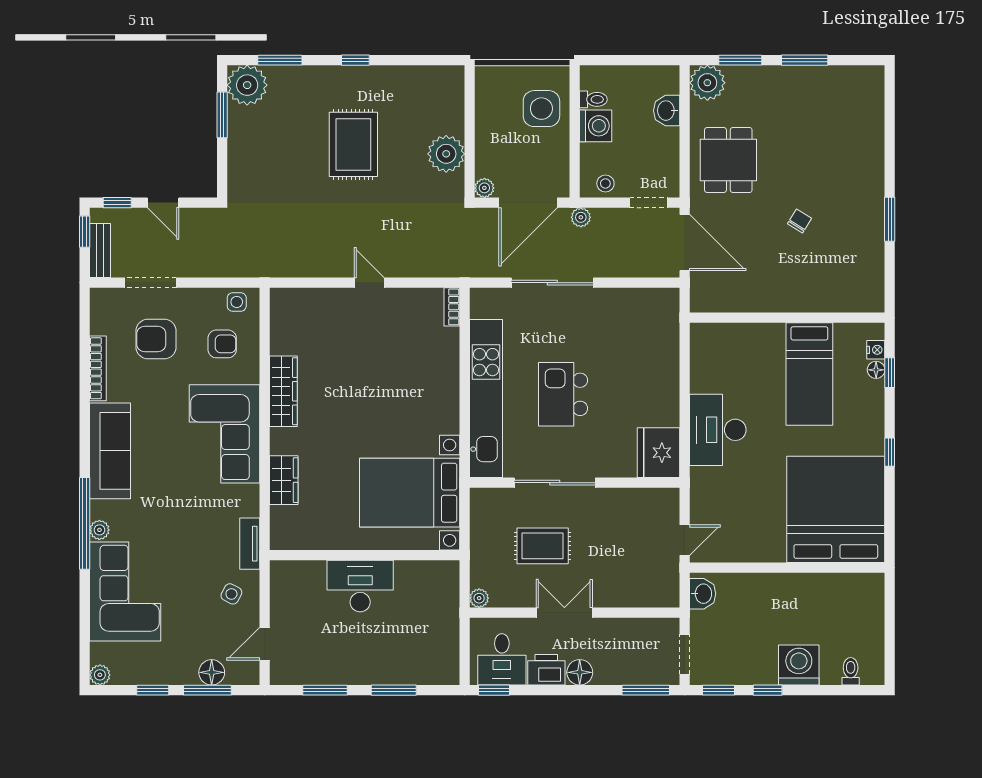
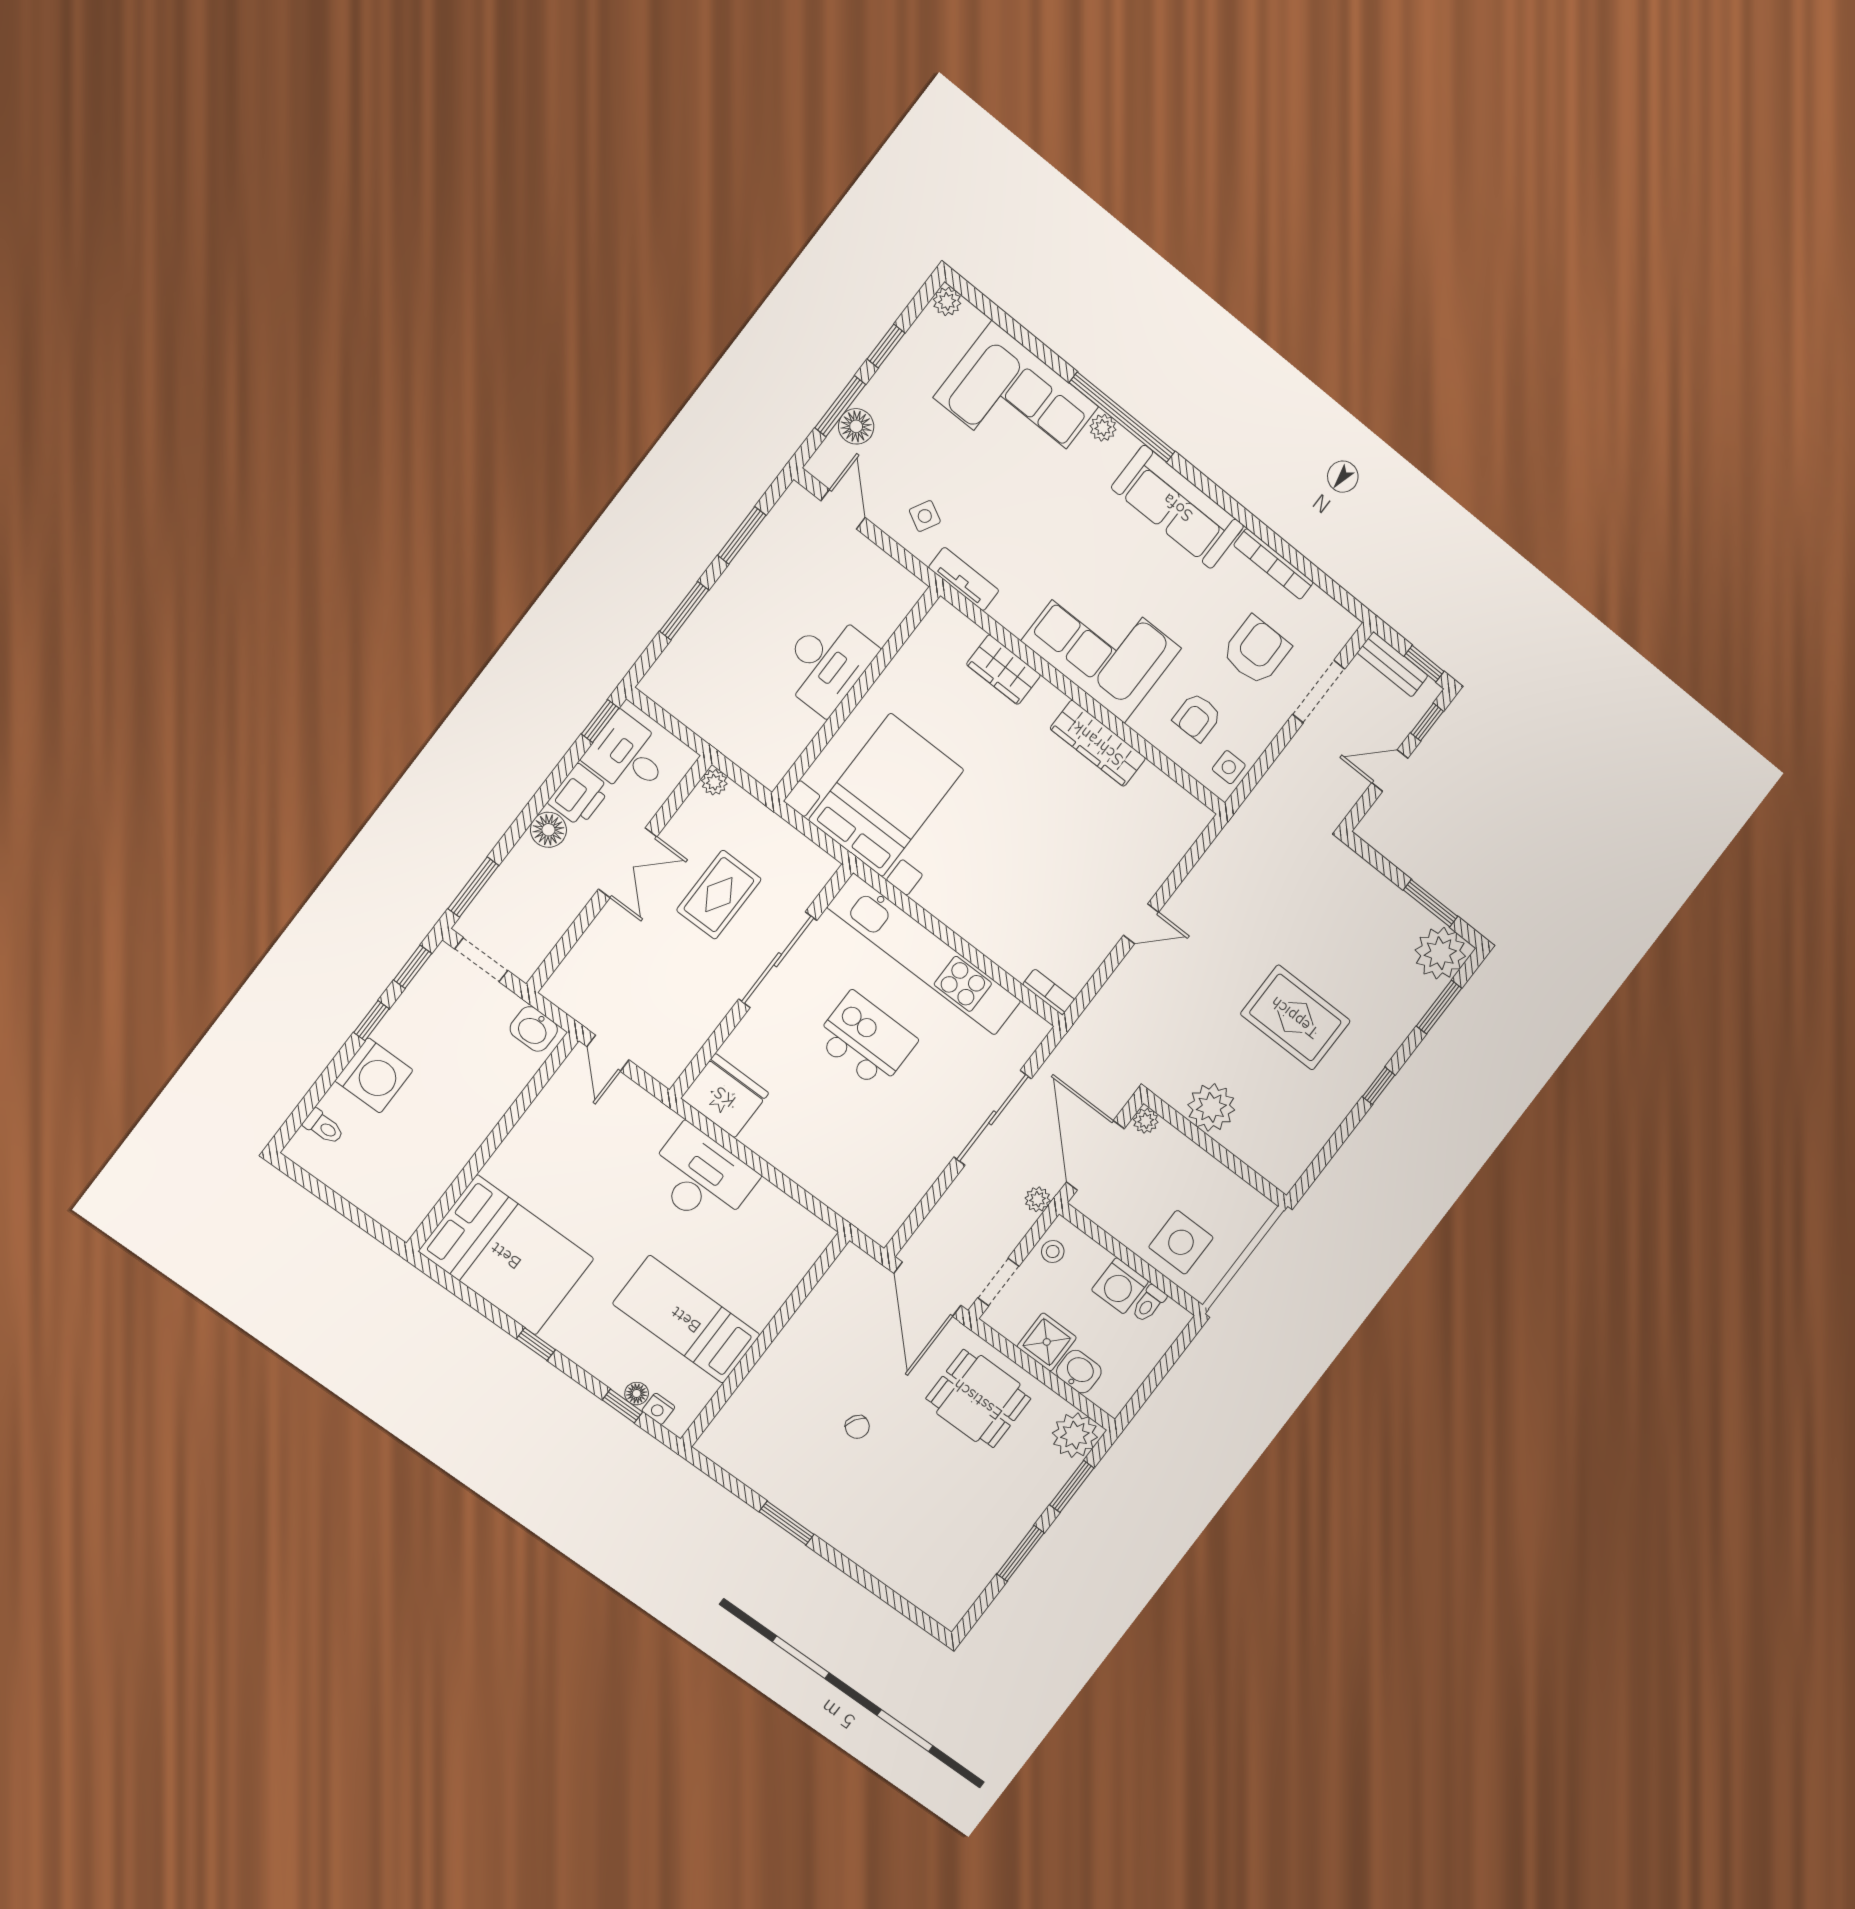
shower: (663, 145) -> (1047, 1342), added
door: (685, 242) -> (927, 1289), hinge flipped
bed: (836, 509) -> (506, 1255), width x0.73

